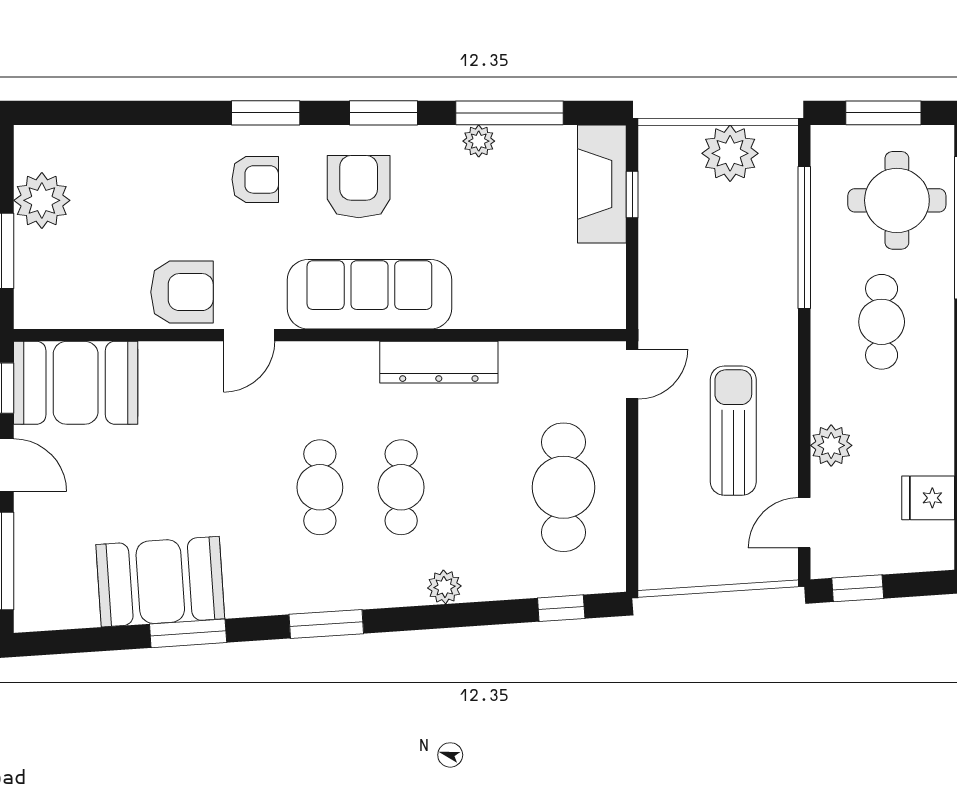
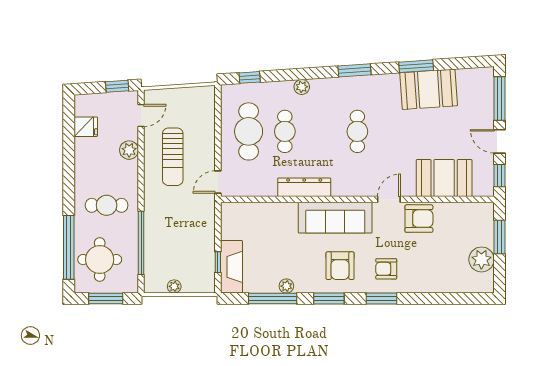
plant: (730, 153) -> (174, 286), width x0.53, depth x0.53
armchair: (182, 292) -> (419, 219), turned 180
cafe table: (882, 322) -> (107, 205), turned 90
booth: (76, 383) -> (444, 178), moved
cafe table: (401, 487) -> (285, 131), moved

